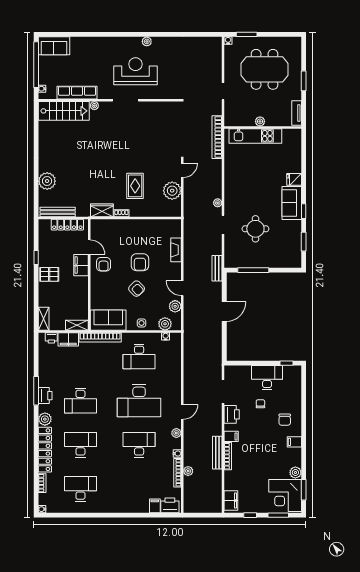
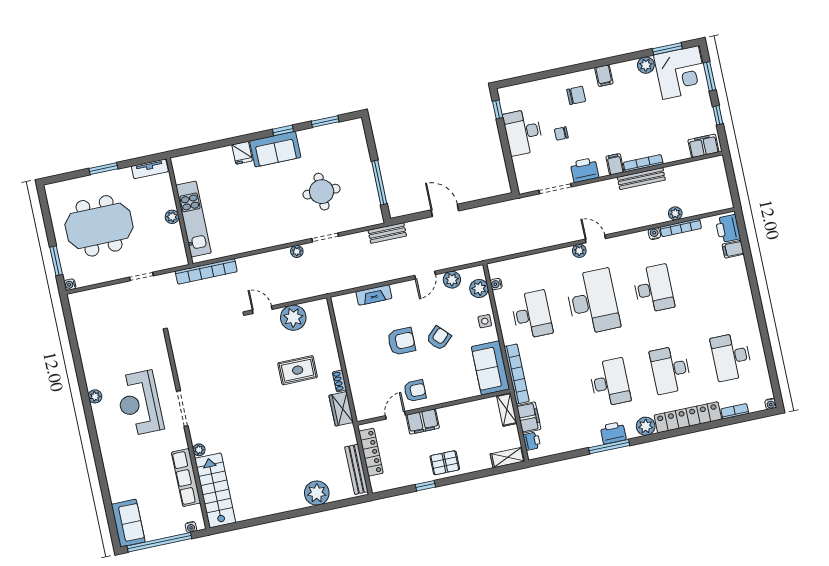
meeting table: (265, 69) -> (99, 226), turned 90
pallet: (49, 274) -> (445, 463), turned 90
plant: (176, 433) -> (579, 251), moved
desk: (139, 445) -> (653, 289), turned 180

